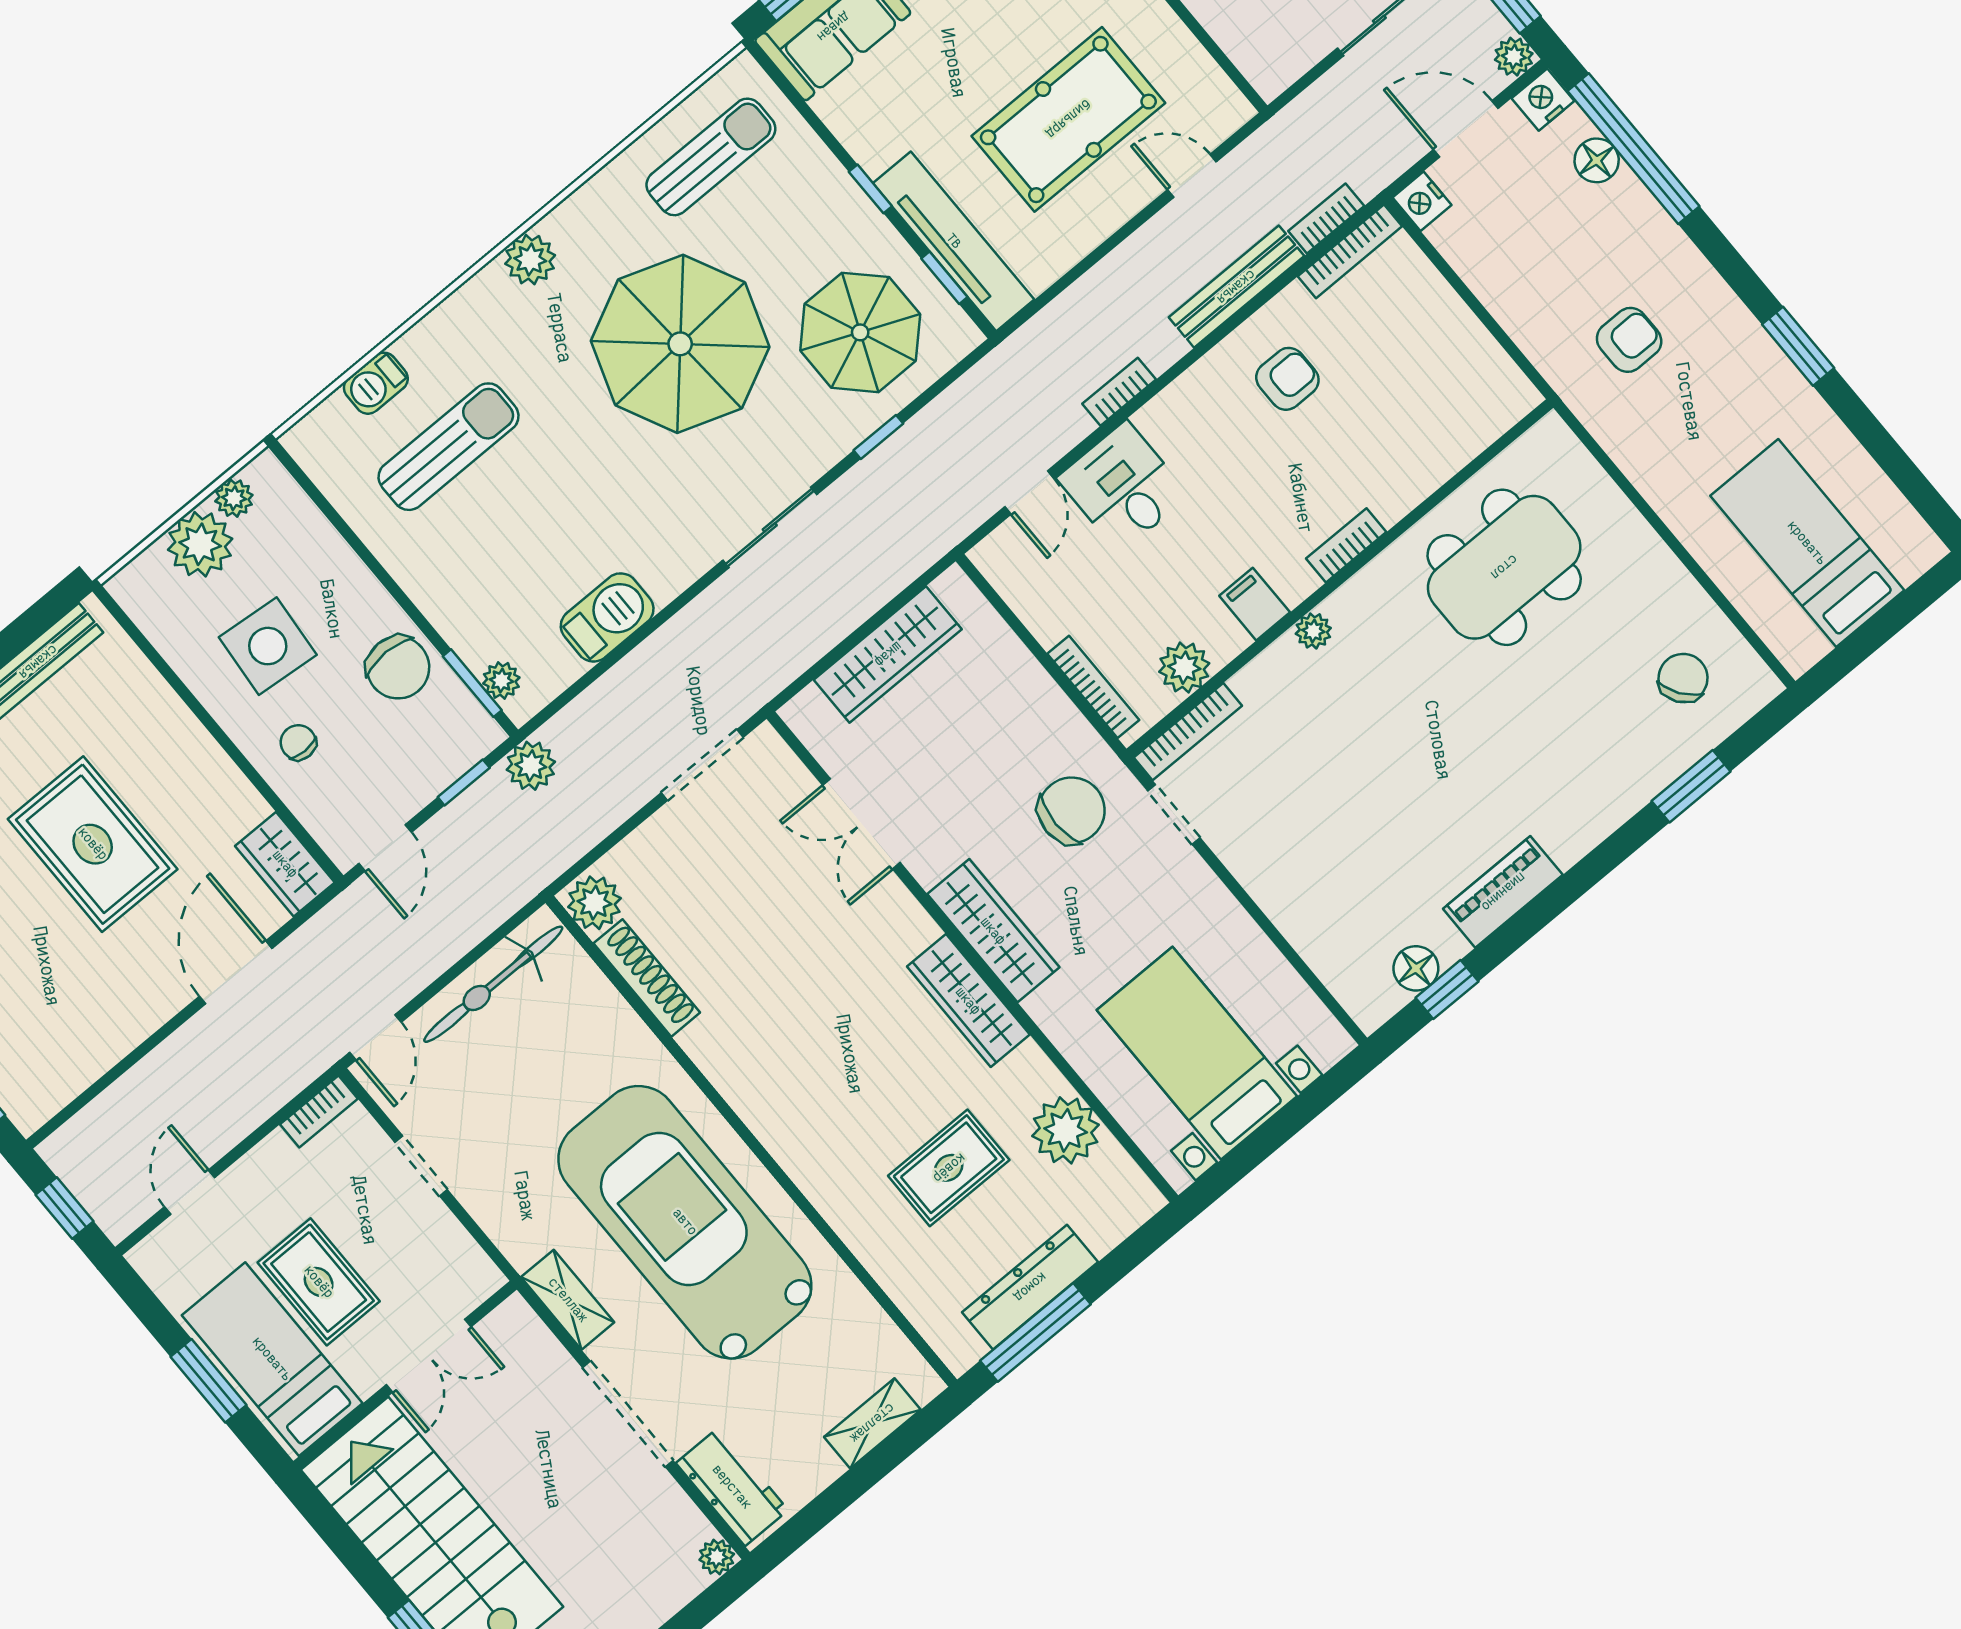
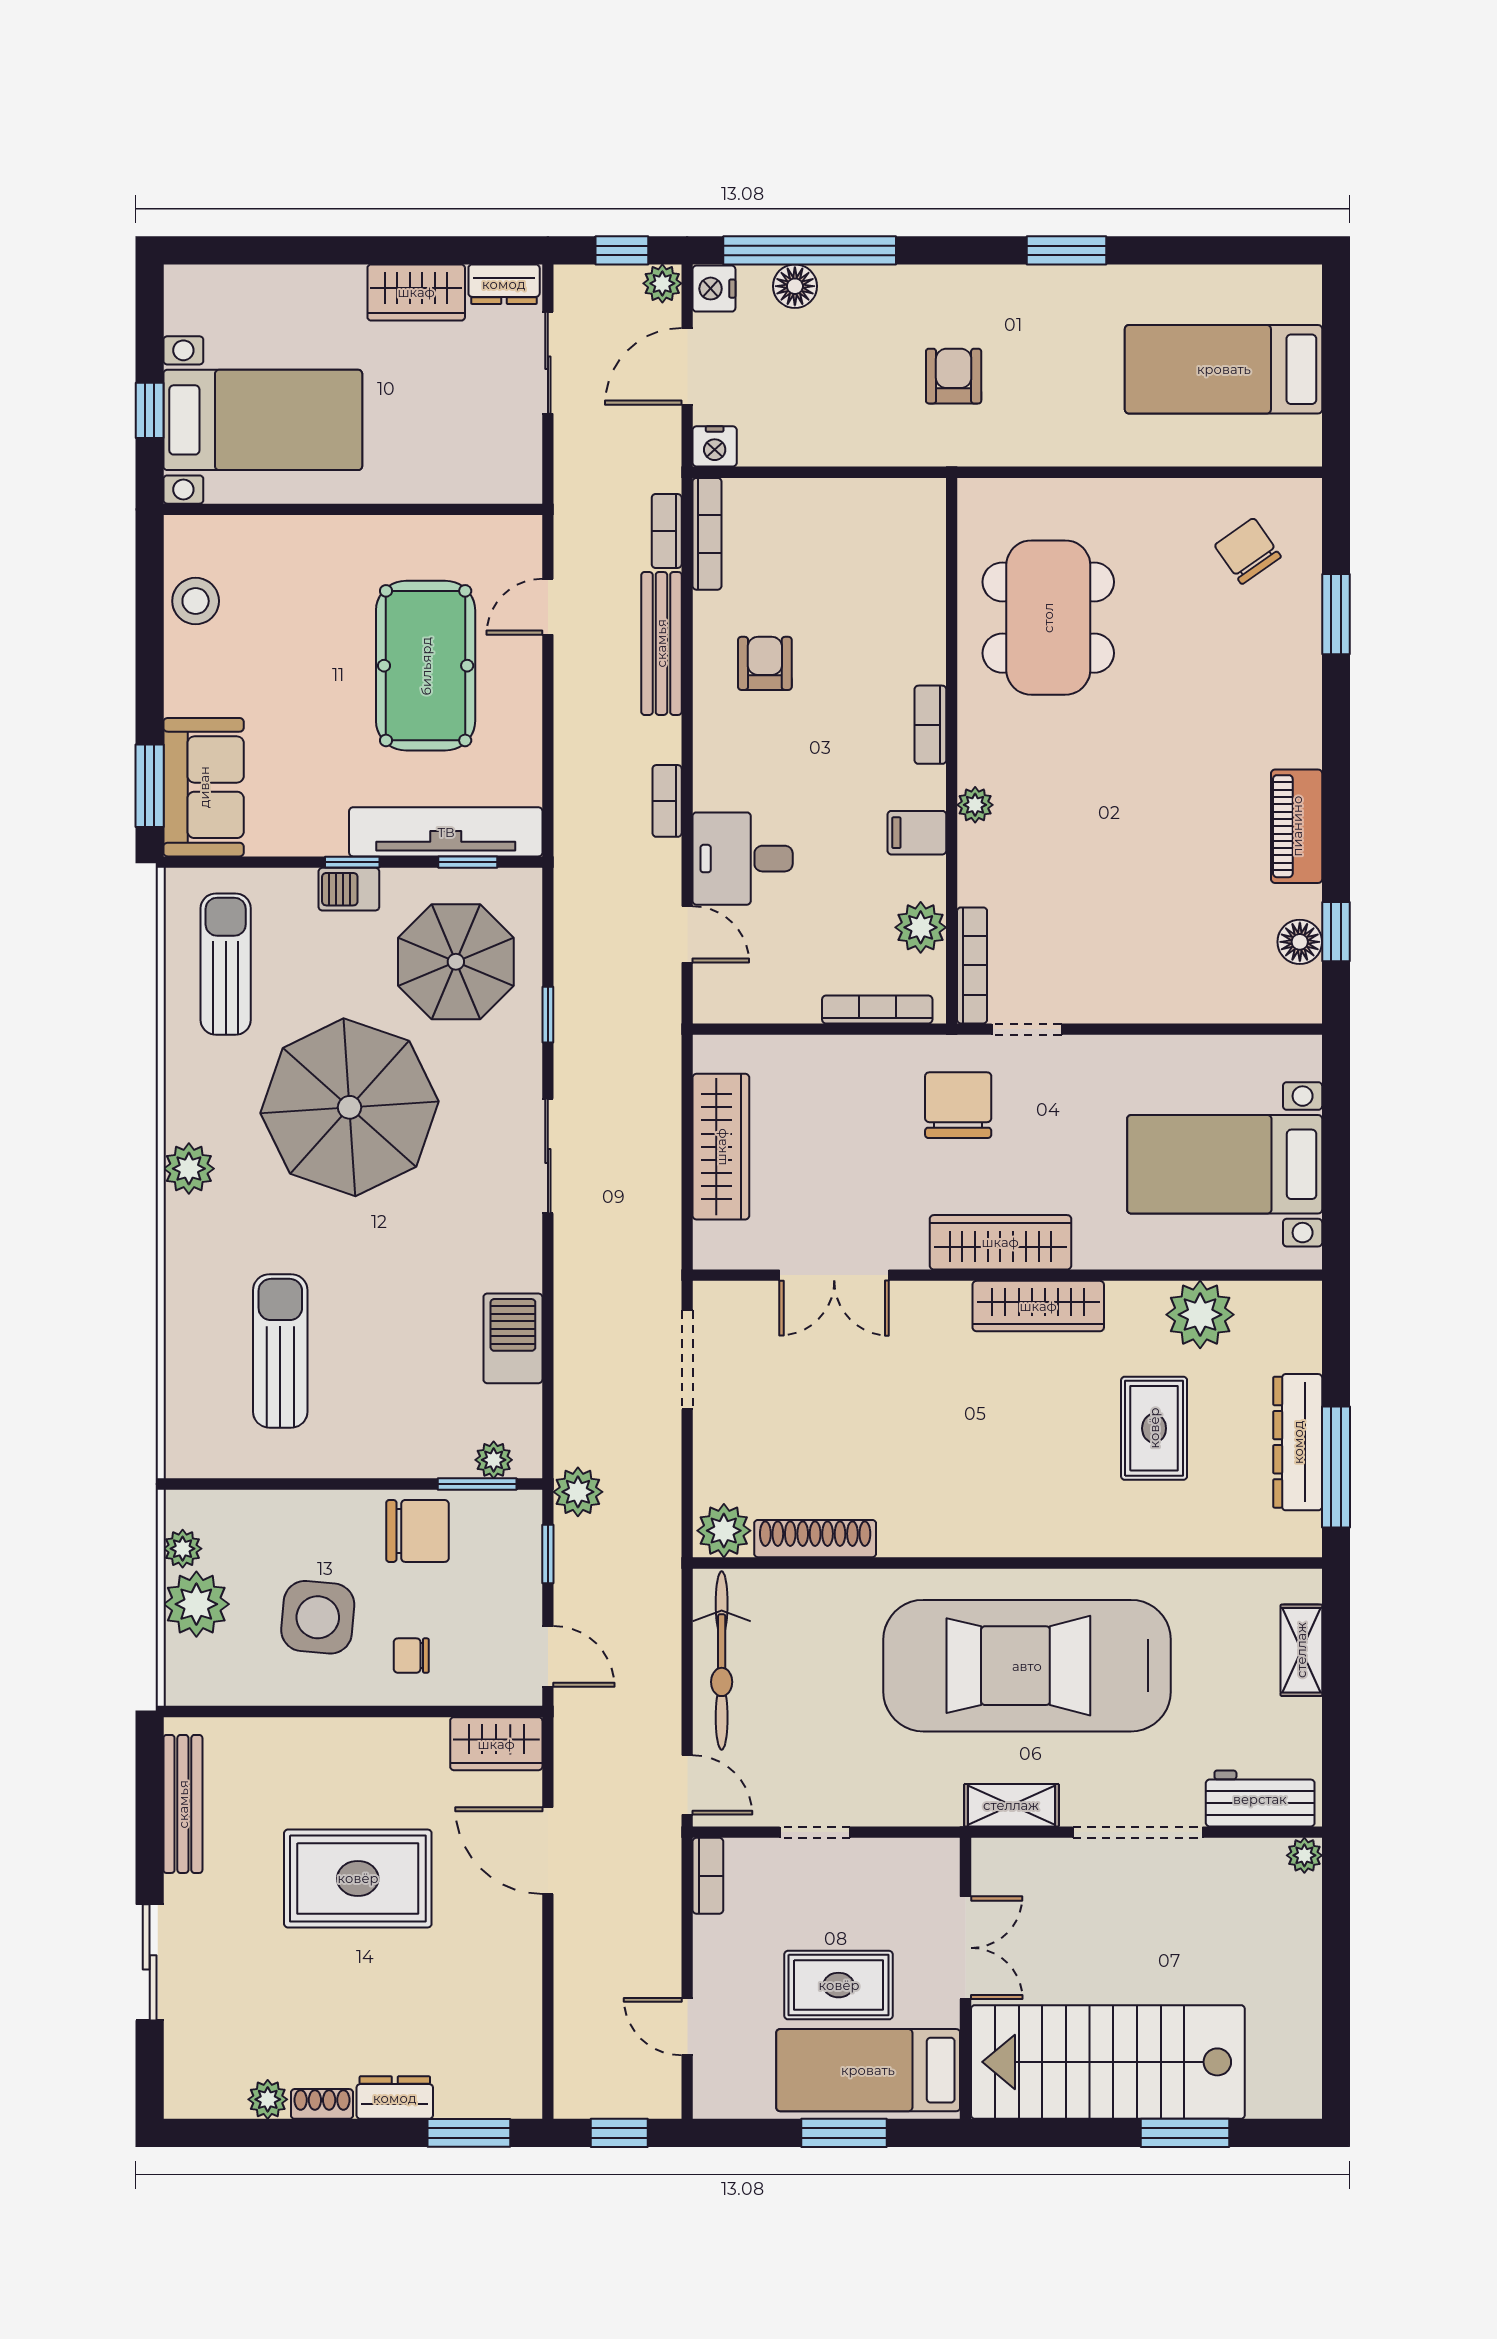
barbecue: (376, 383) -> (349, 889), moved, turned 90

